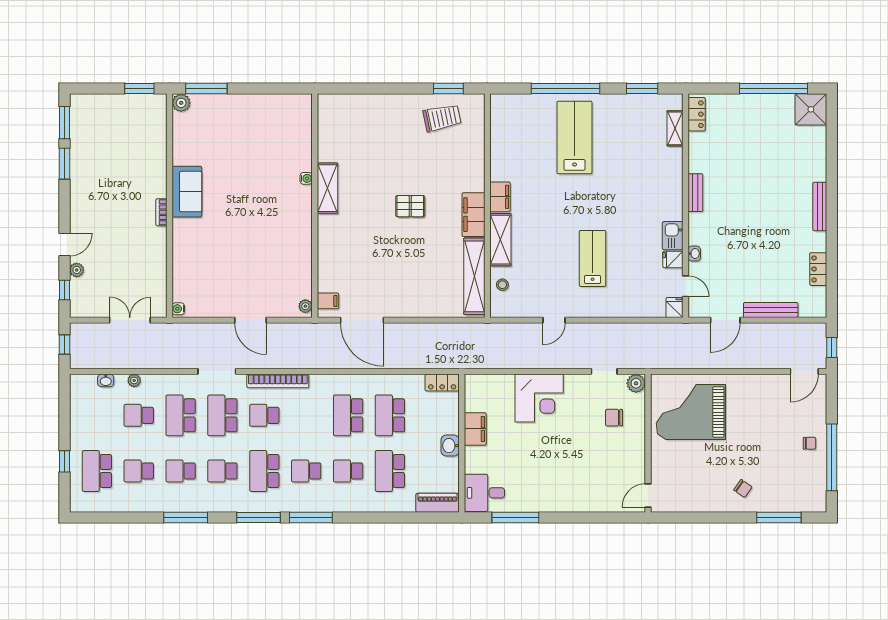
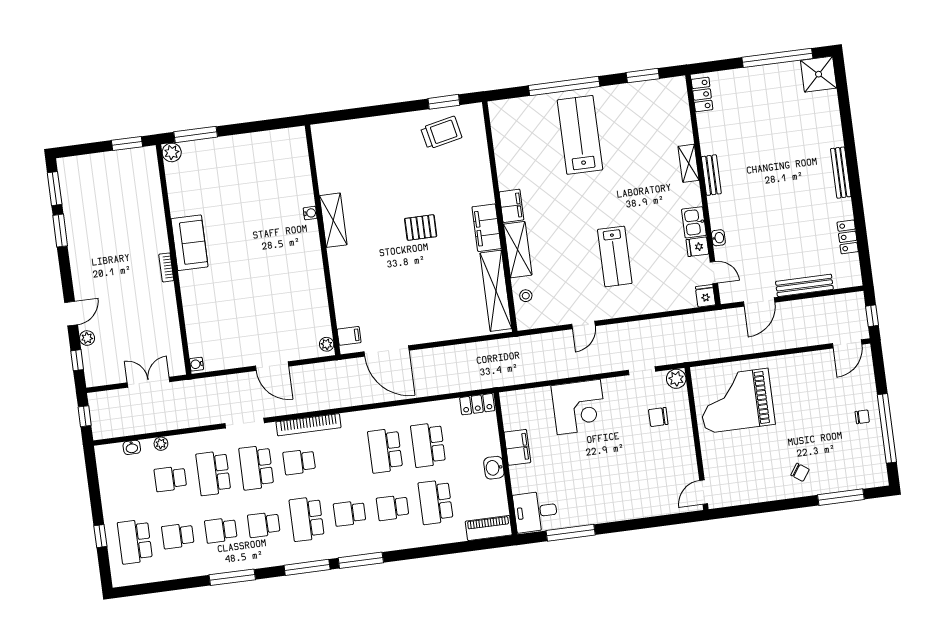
shelving: (675, 128) -> (689, 163), moved
lab bench: (593, 258) -> (615, 256), turned 180

